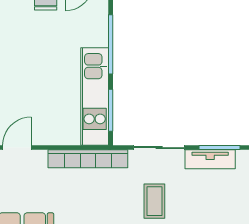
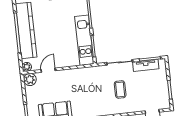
bookcase: (88, 159) -> (84, 72), removed

